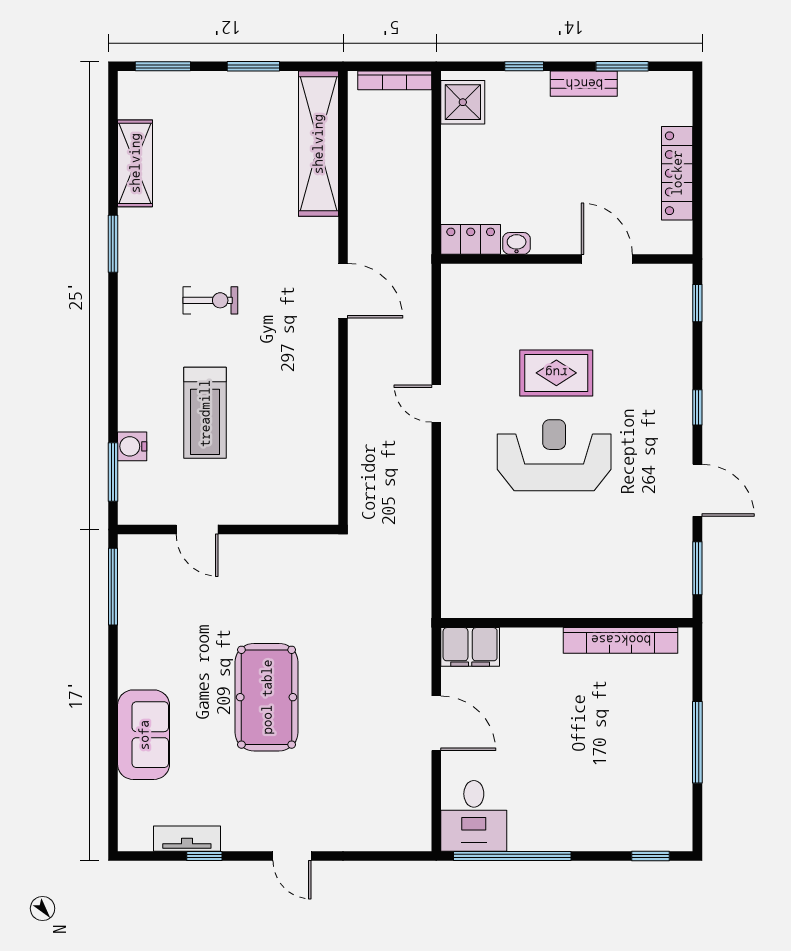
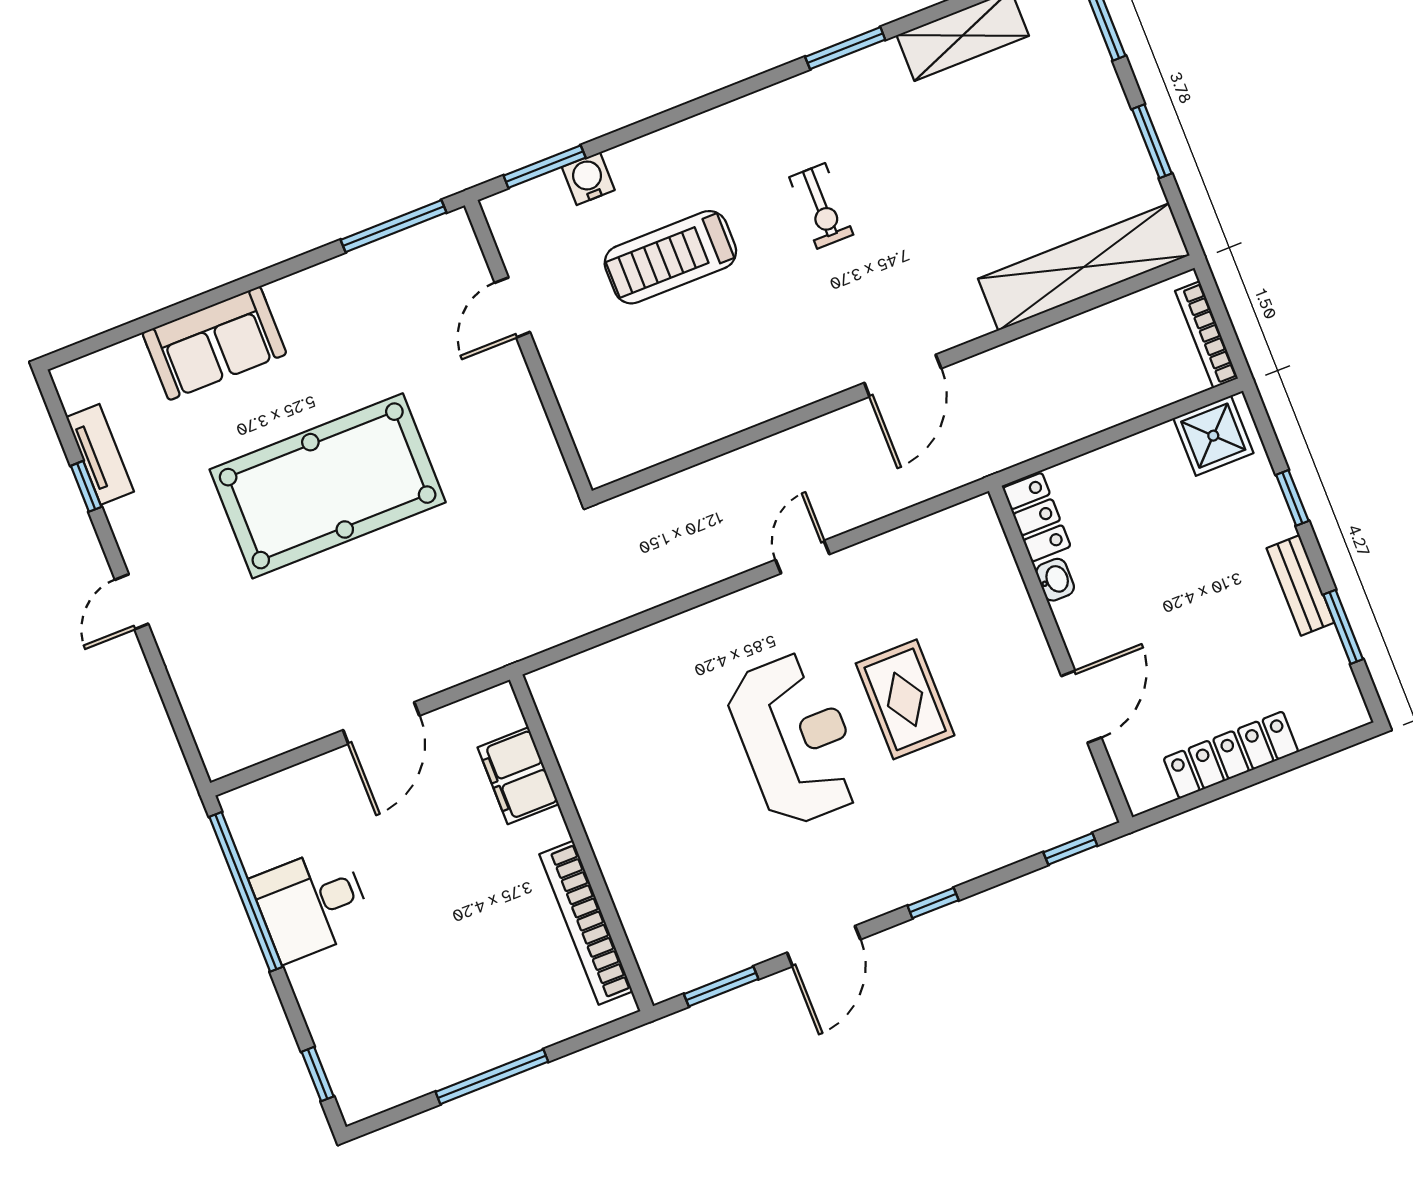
filing cabinet: (470, 647) -> (518, 776), moved
pool table: (267, 697) -> (328, 486), width x1.36, depth x1.32
desk: (474, 816) -> (312, 904), moved

